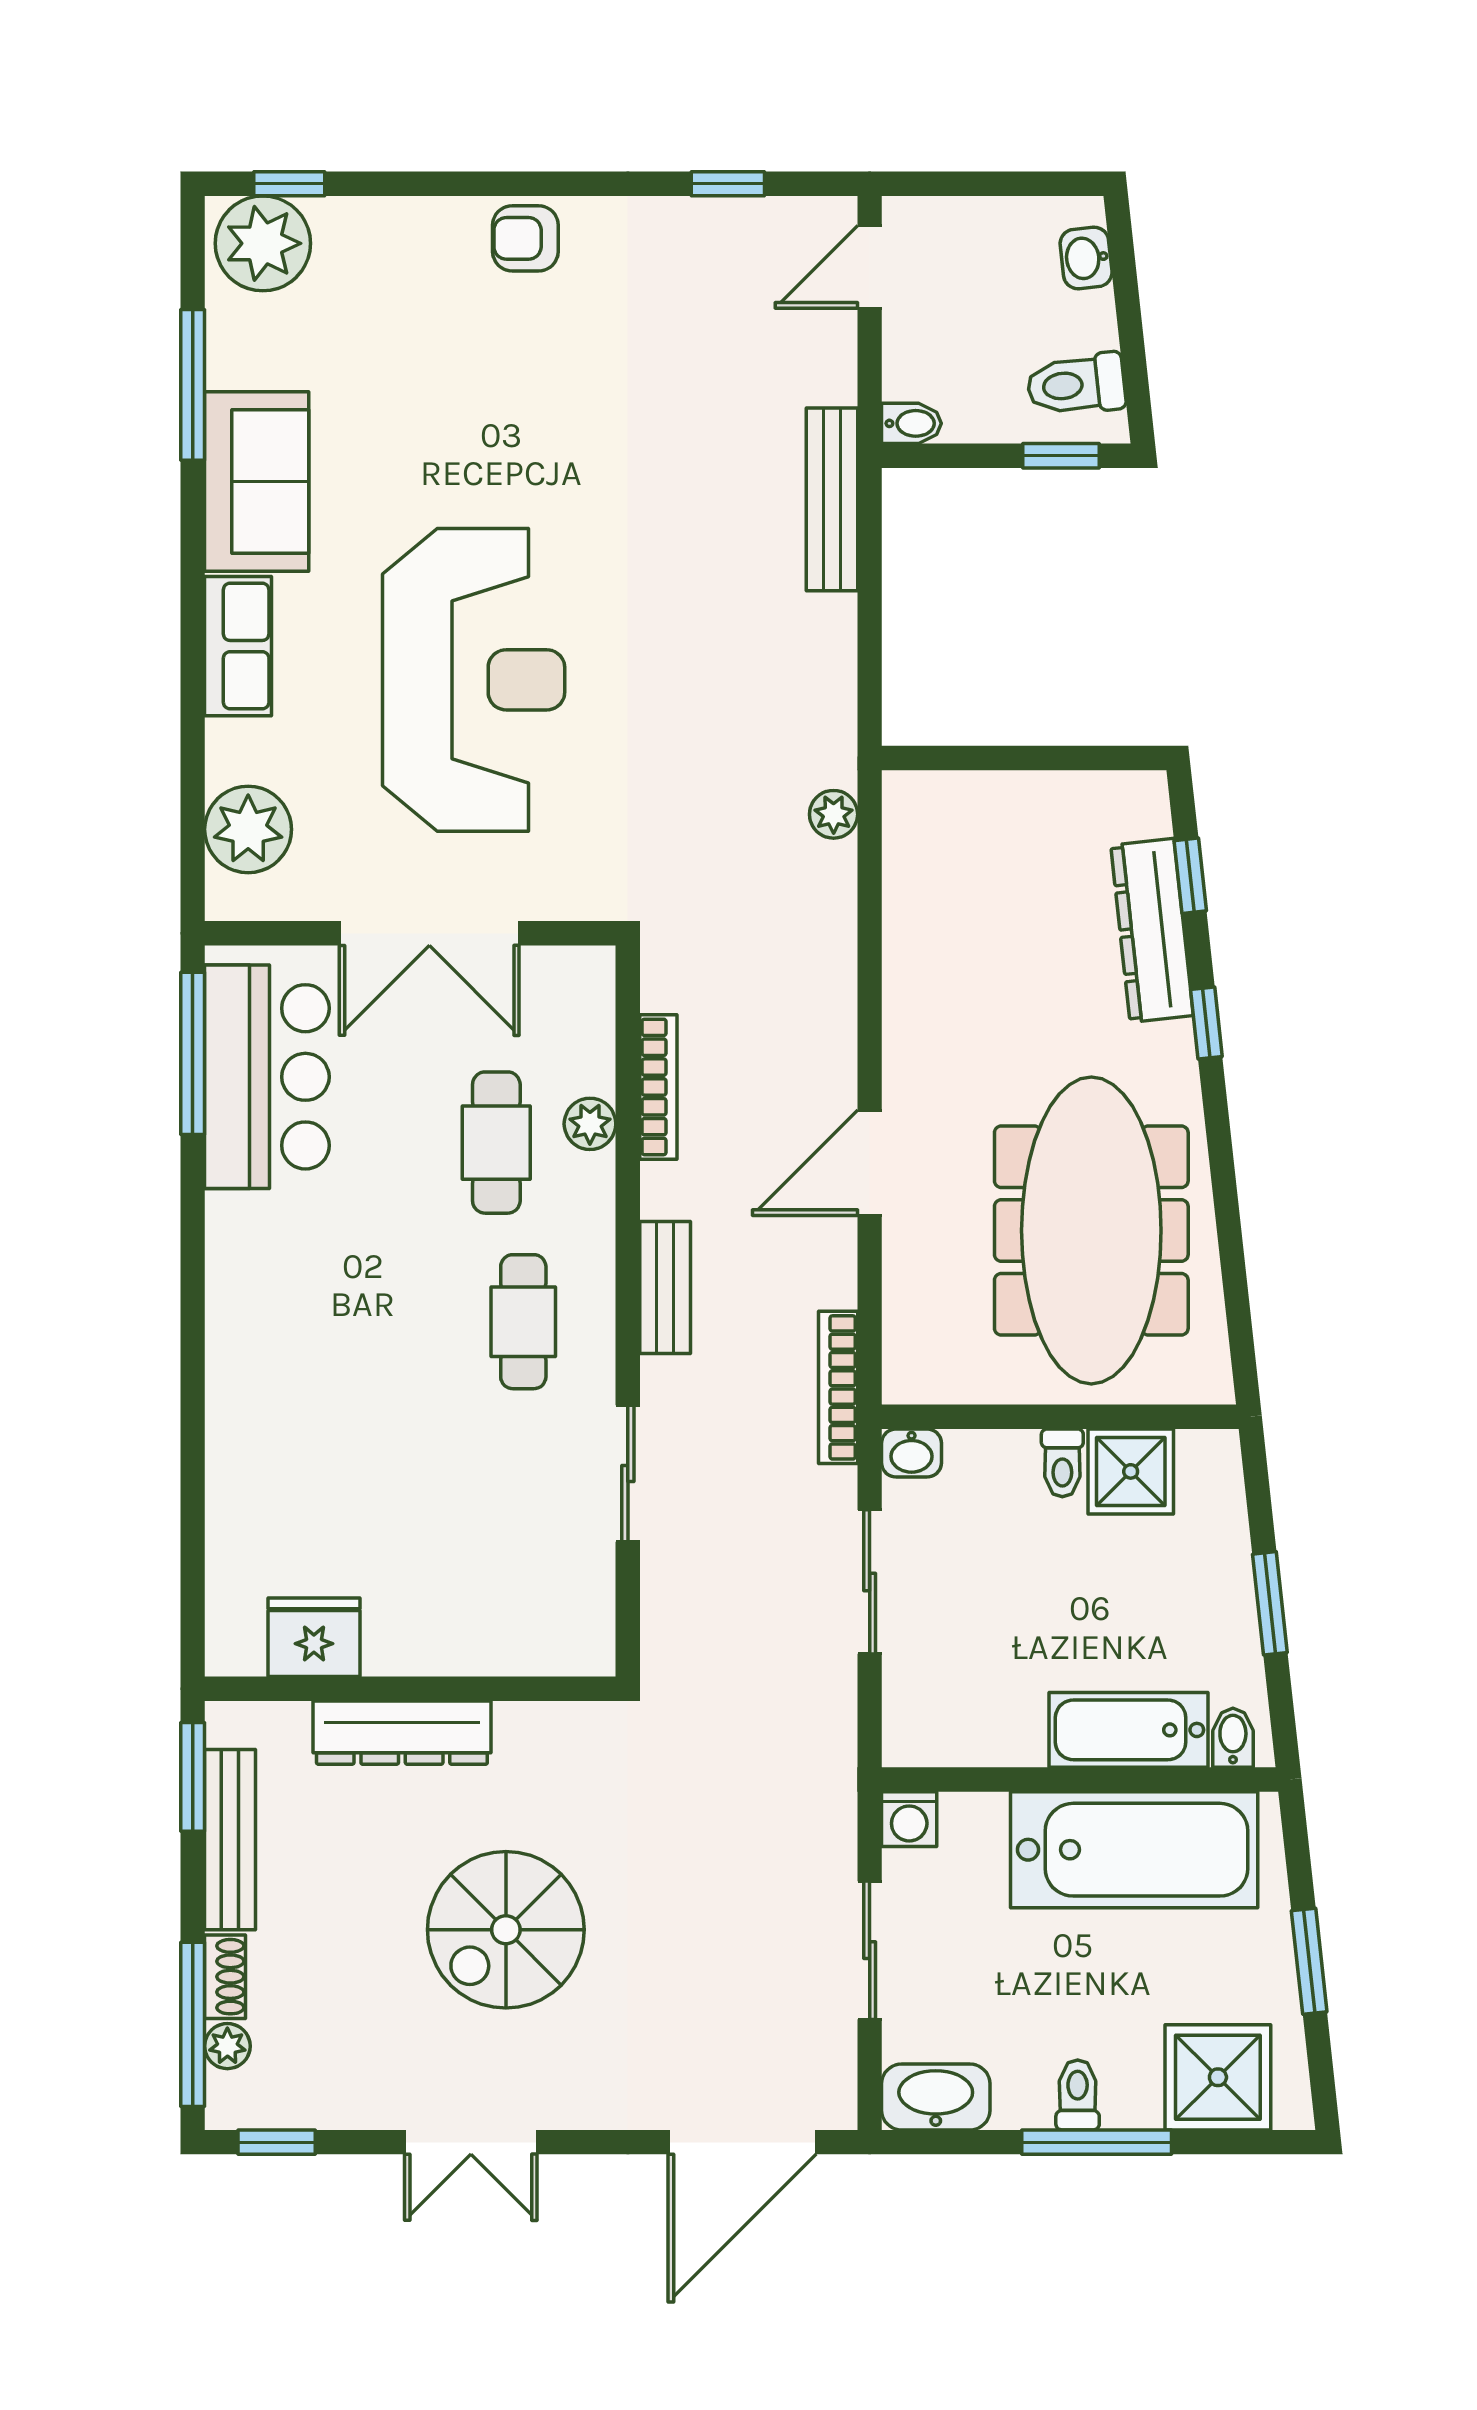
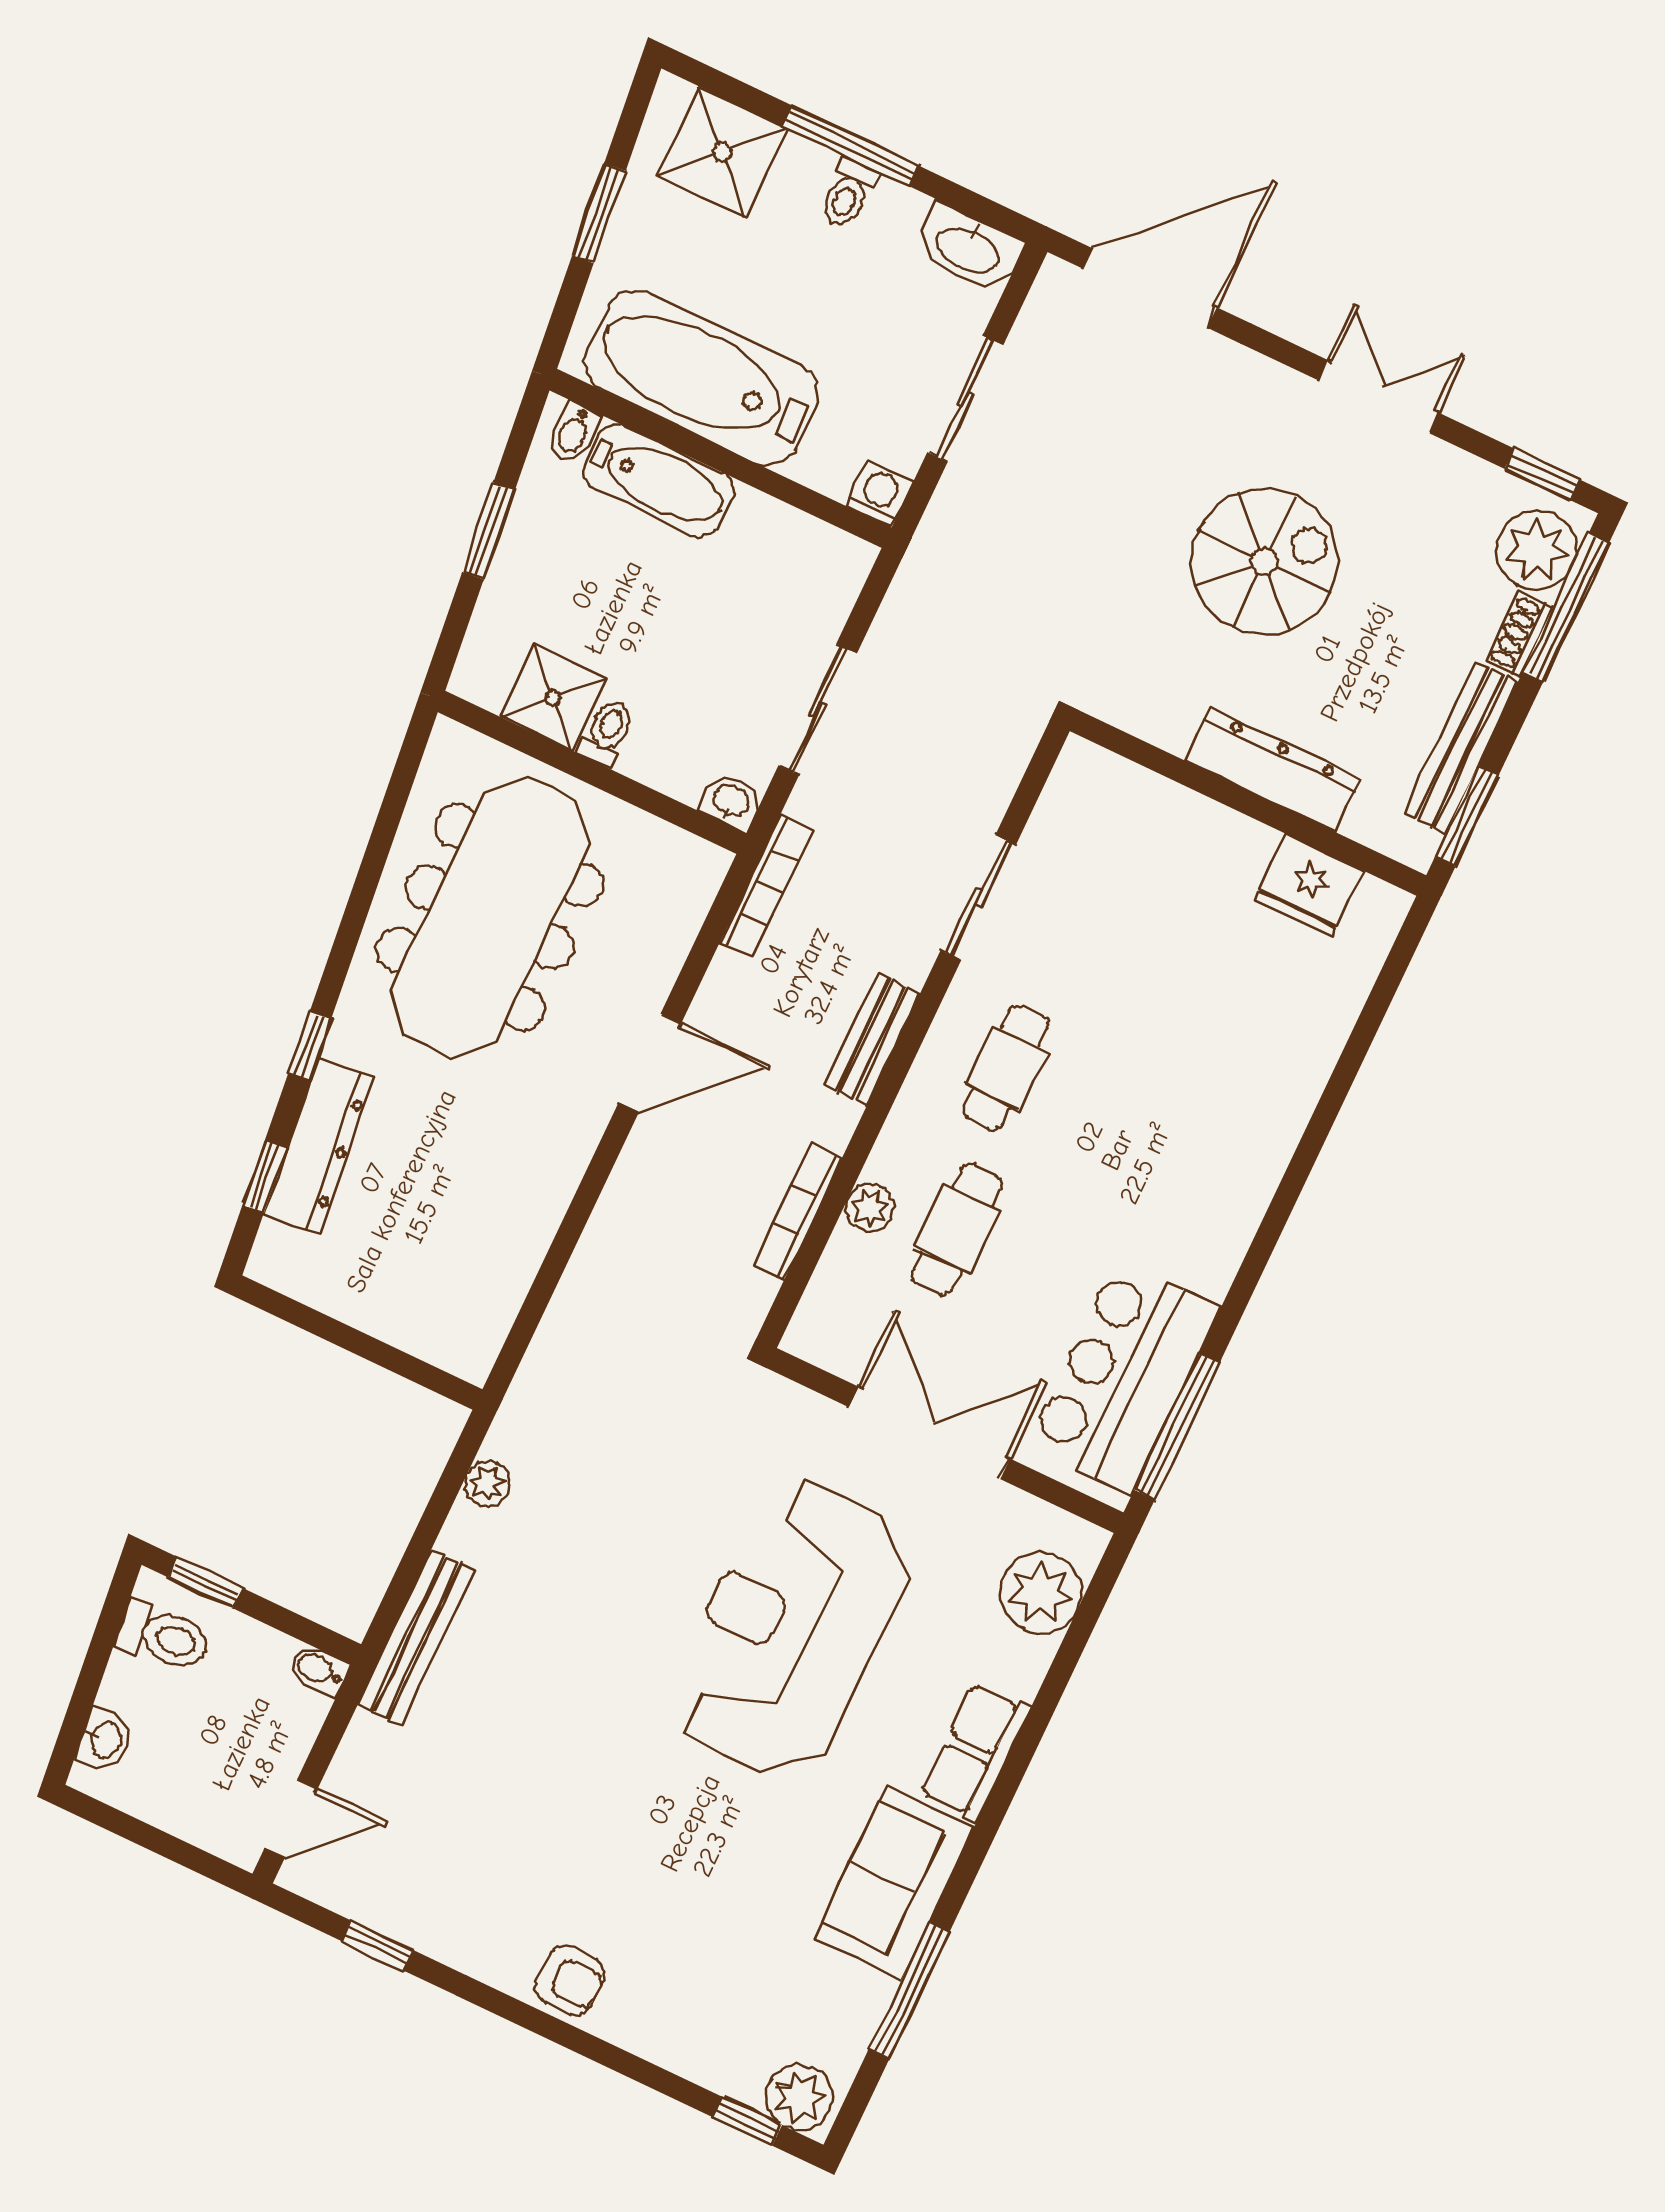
plant: (263, 243) -> (799, 2097), width x0.73, depth x0.73
plant: (834, 814) -> (487, 1484), moved
plant: (227, 2046) -> (1537, 550), width x1.87, depth x1.87

